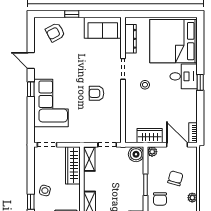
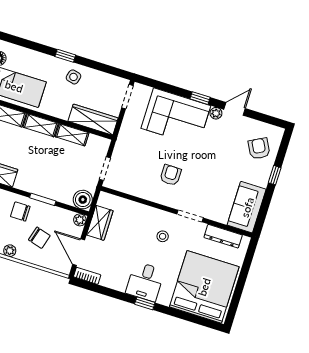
plant: (39, 74) -> (216, 113), added
desk: (184, 76) -> (145, 282), moved
door: (177, 145) -> (79, 252), swing flipped
shelving: (89, 159) -> (72, 135), moved

